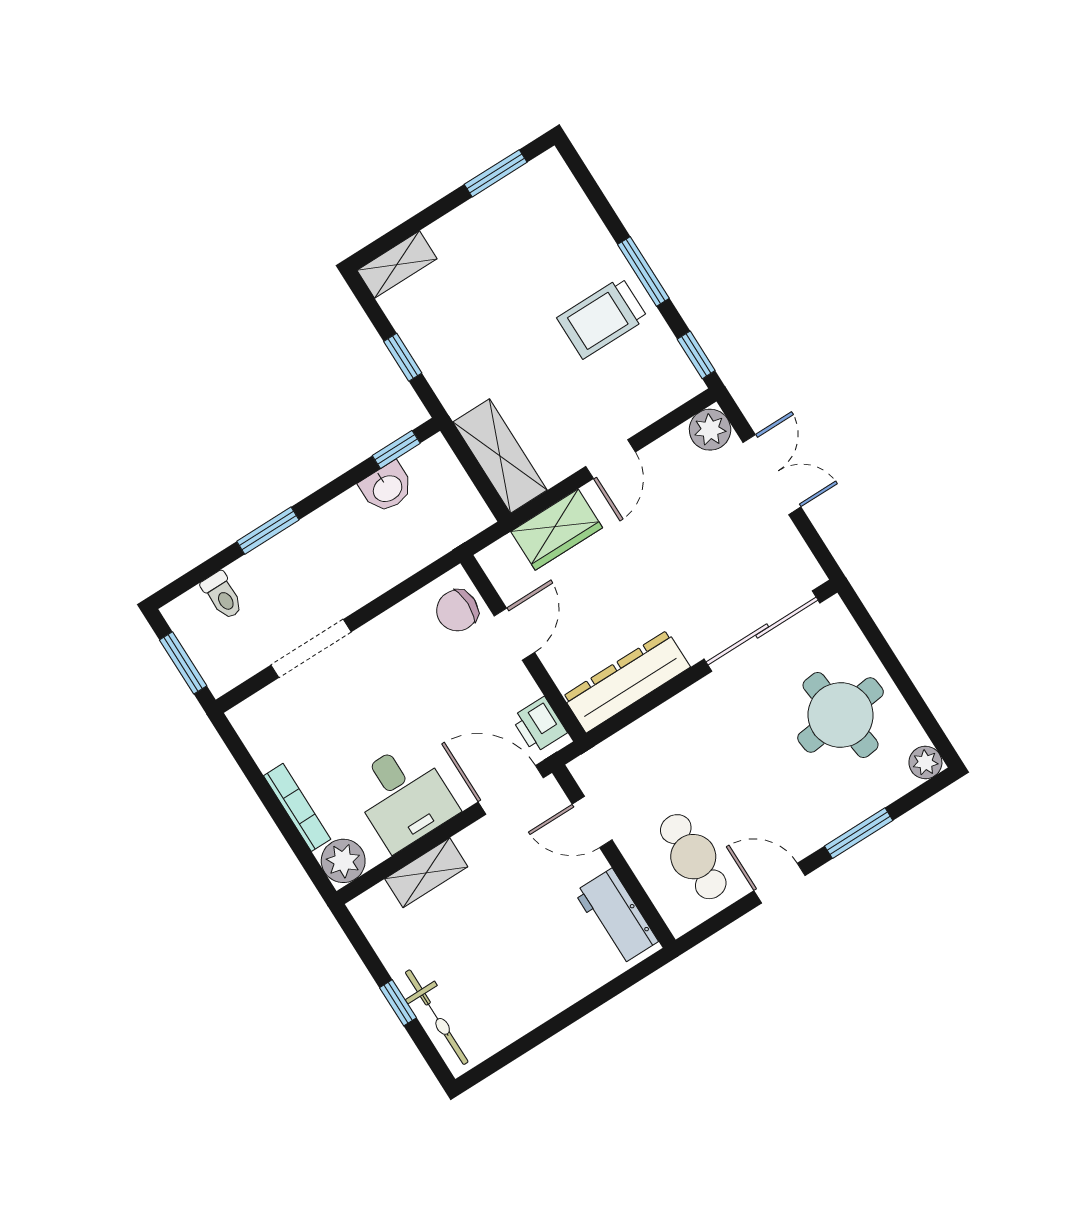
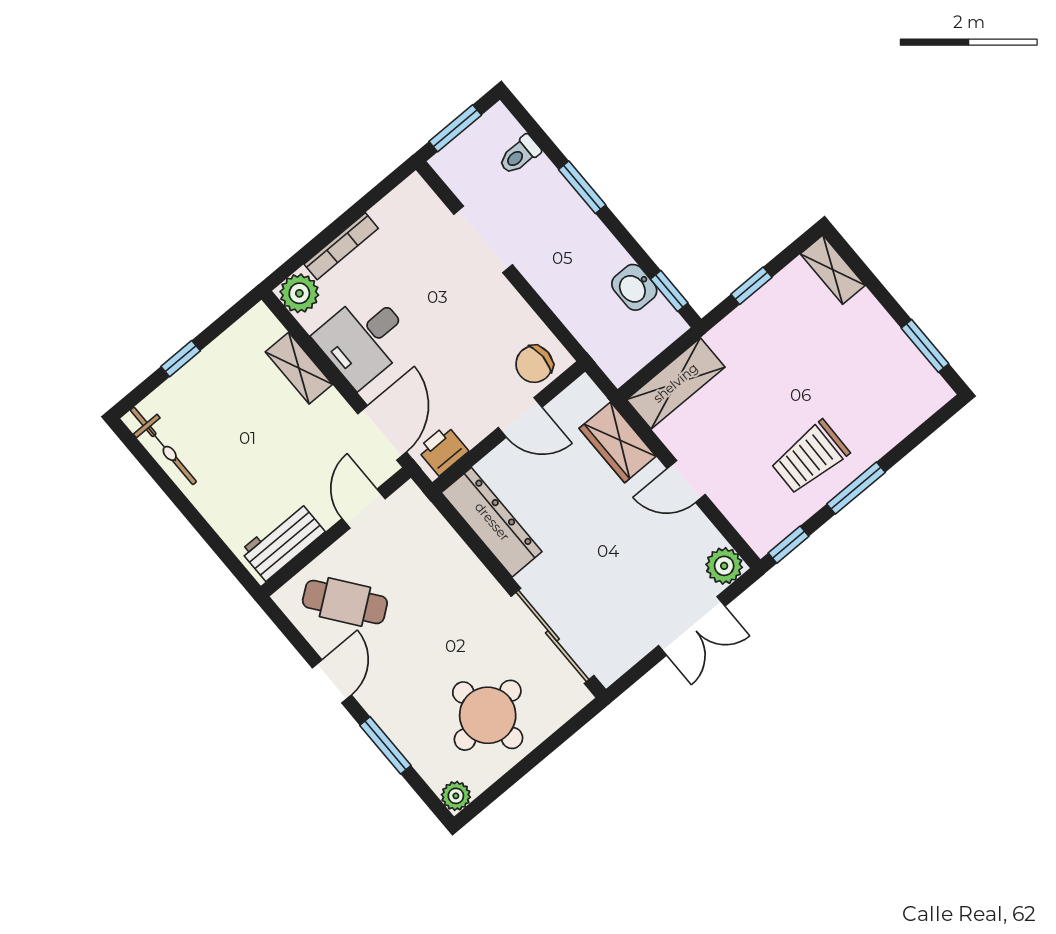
trolley: (602, 318) -> (810, 457), turned -89
chair: (457, 611) -> (534, 364), turned -90
cafe table: (693, 857) -> (345, 602), turned 53
bicycle: (437, 1017) -> (163, 446), moved, turned -90

